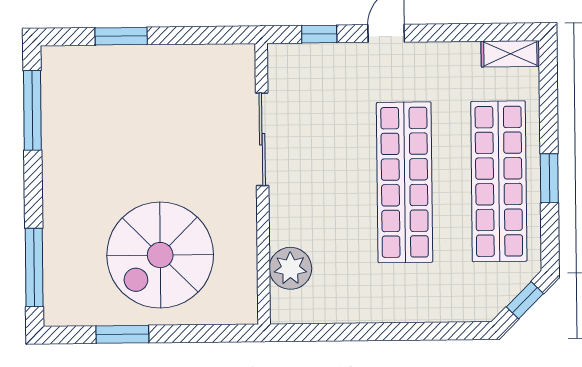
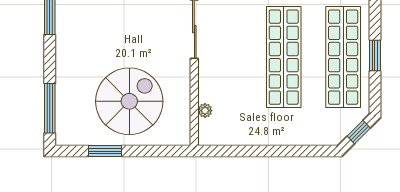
spiral stairs: (160, 255) -> (129, 101), turned 180
plant: (290, 268) -> (205, 111), width x0.53, depth x0.53

